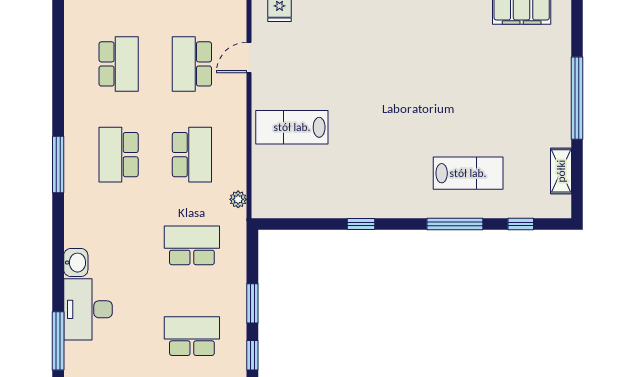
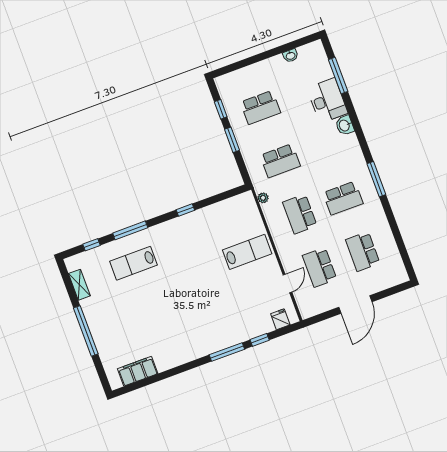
school desk: (192, 64) -> (320, 267), turned 180
school desk: (119, 155) -> (343, 198), turned 90

